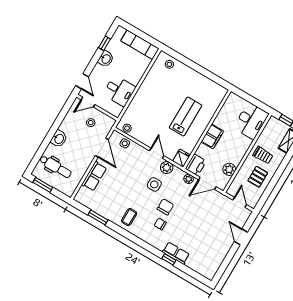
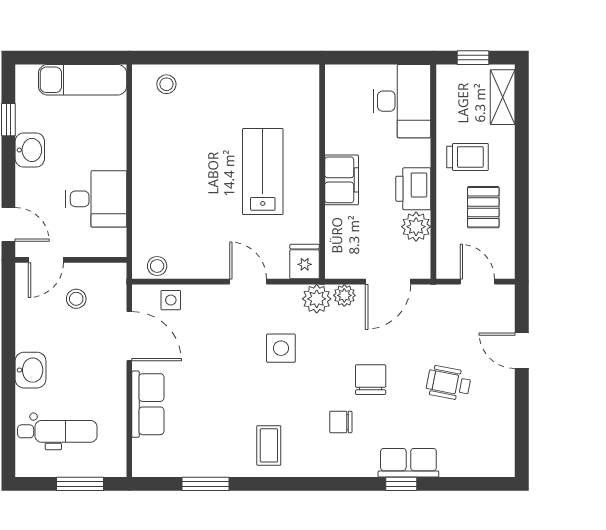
printer: (196, 165) -> (413, 189), moved, turned 180
plant: (167, 168) -> (317, 299), moved
window: (43, 185) -> (80, 484), moved
chair: (165, 207) -> (371, 380), moved
wheelchair: (208, 233) -> (448, 383), added

